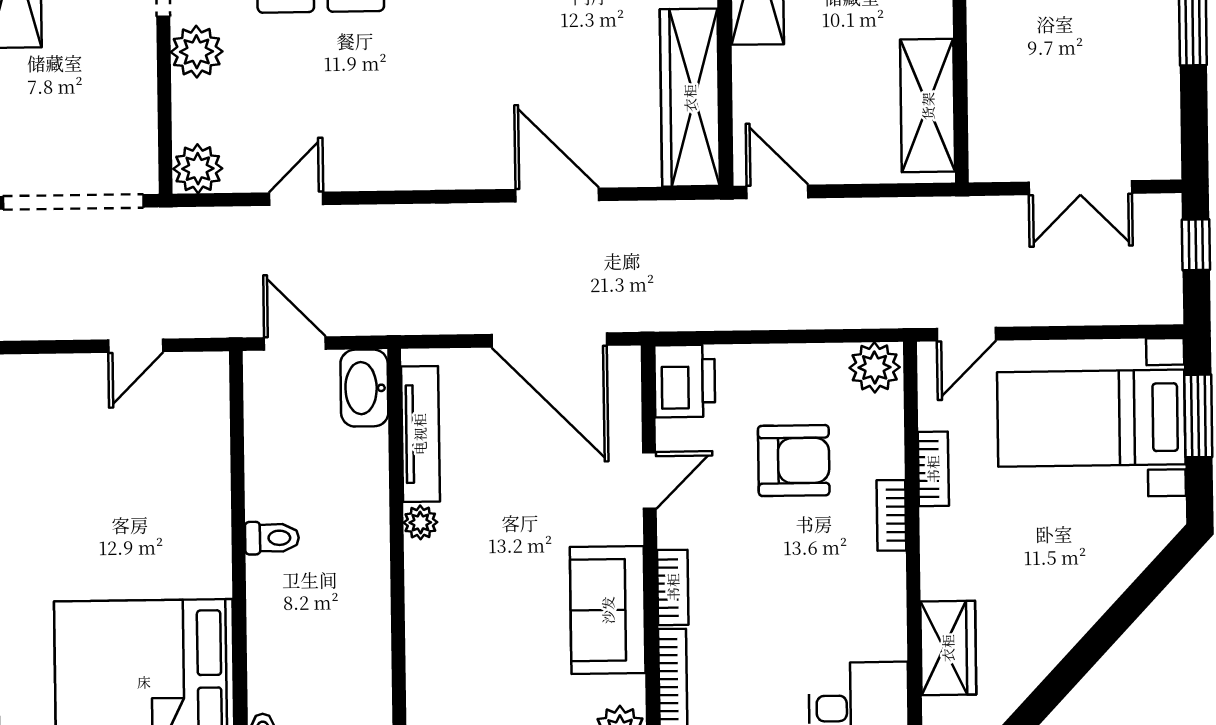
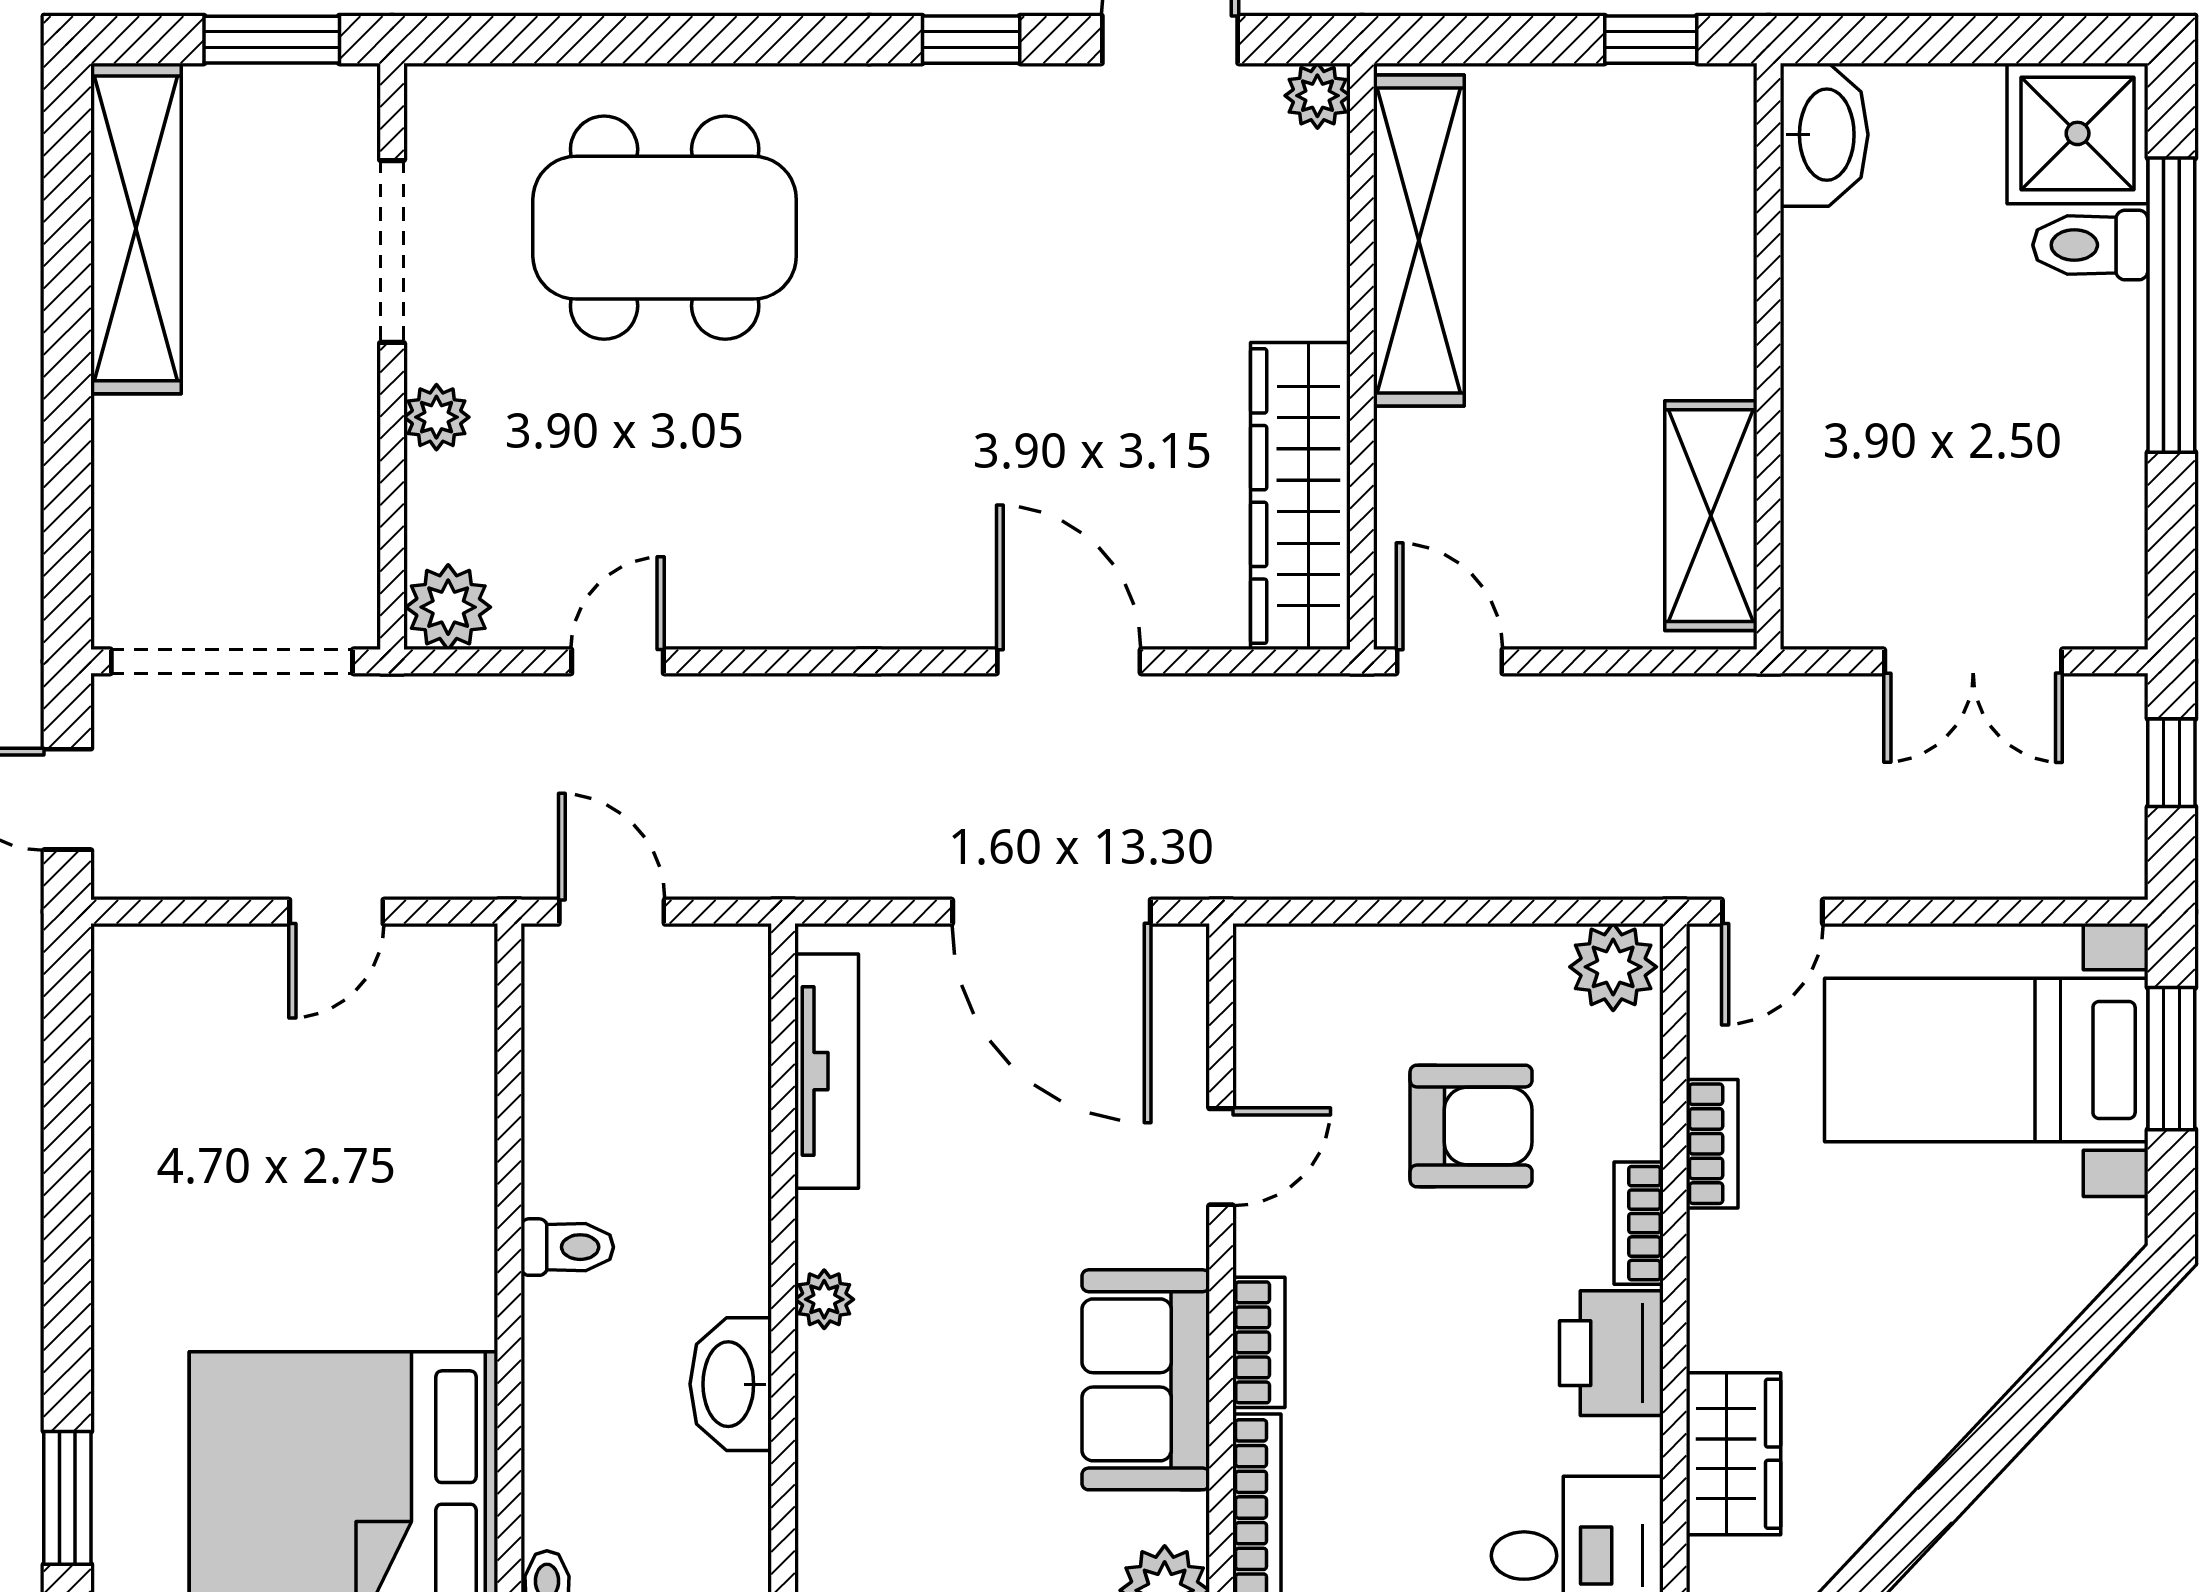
plant: (197, 52) -> (436, 417), width x0.73, depth x0.73
printer: (685, 381) -> (1611, 1353), moved, turned 180
washbasin: (364, 388) -> (731, 1384), moved
plant: (420, 522) -> (824, 1299), moved

